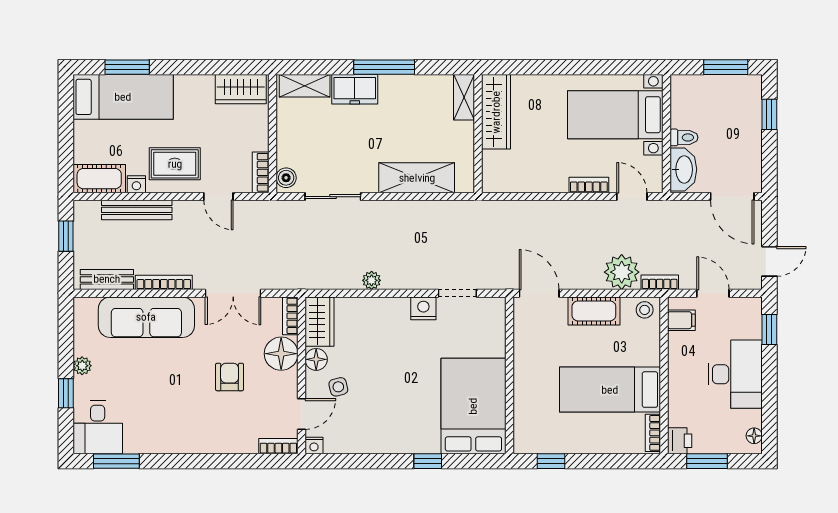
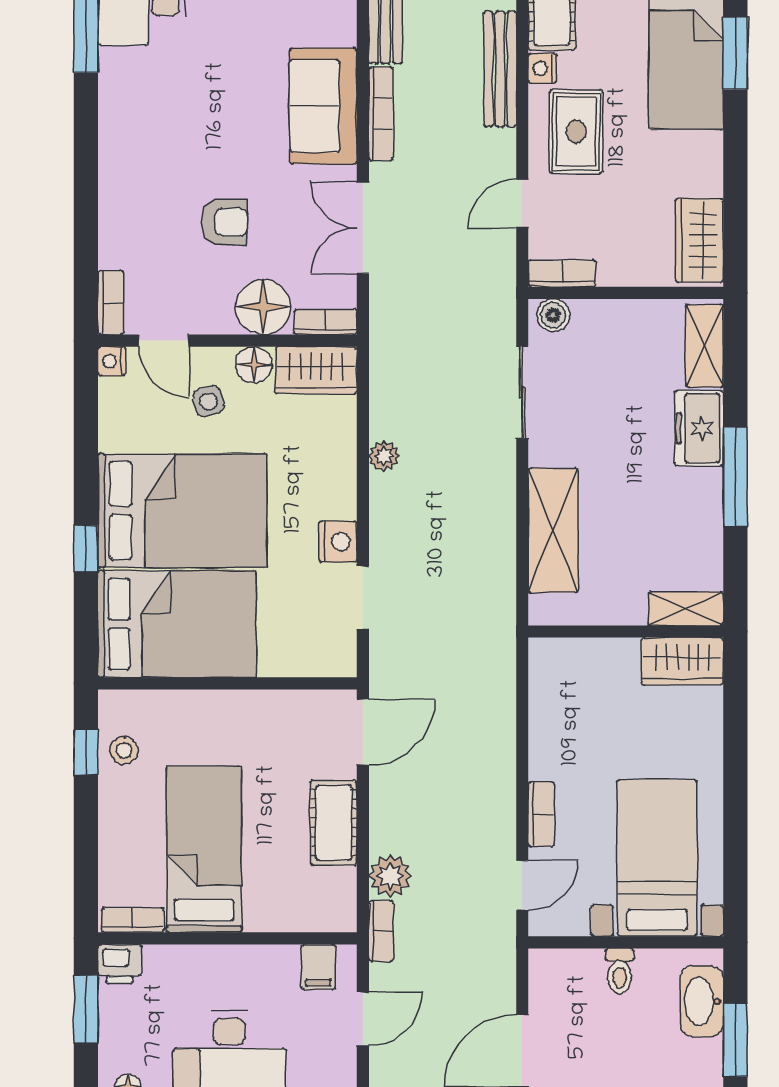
wardrobe: (496, 112) -> (682, 661), width x0.67
washbasin: (683, 169) -> (702, 1001), moved, turned 90
plant: (622, 272) -> (390, 876), width x0.73, depth x0.73
stool: (645, 310) -> (124, 750), moved
sofa: (146, 317) -> (323, 106), width x0.73
bed: (405, 403) -> (182, 511), added

